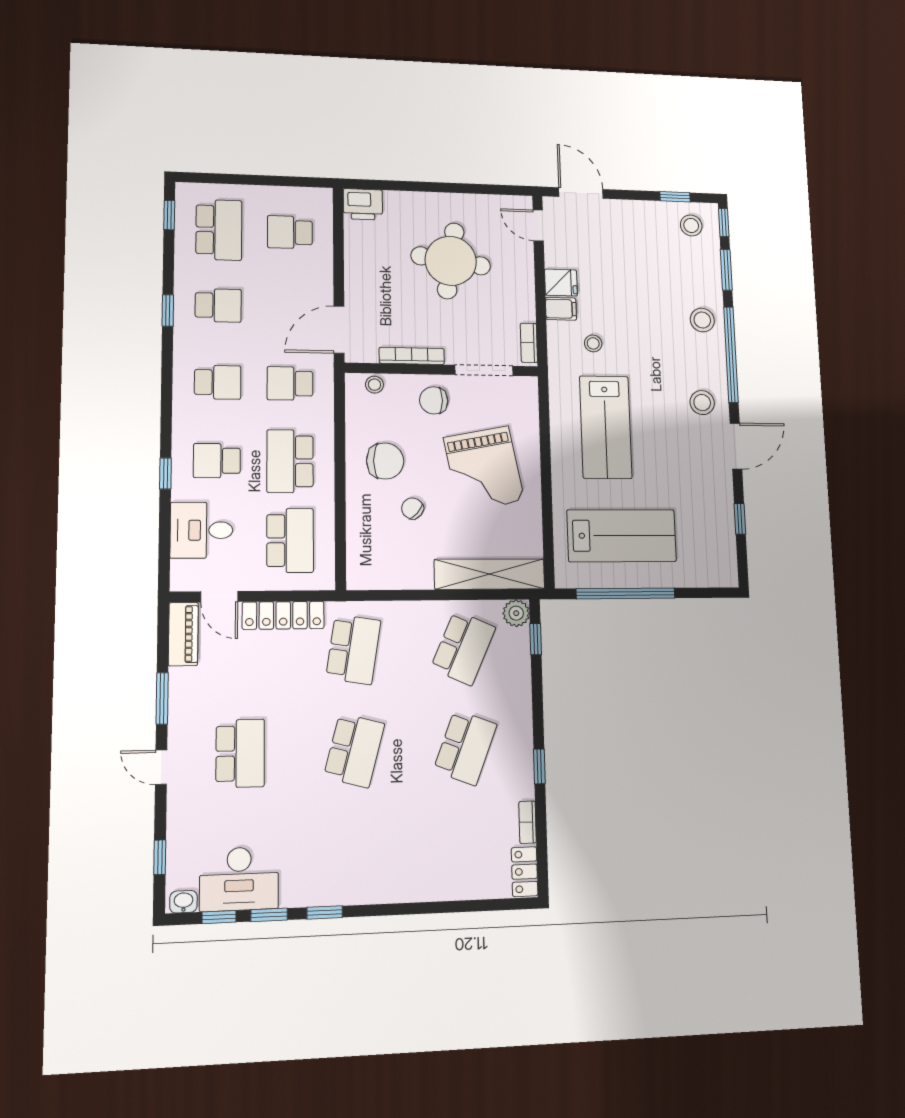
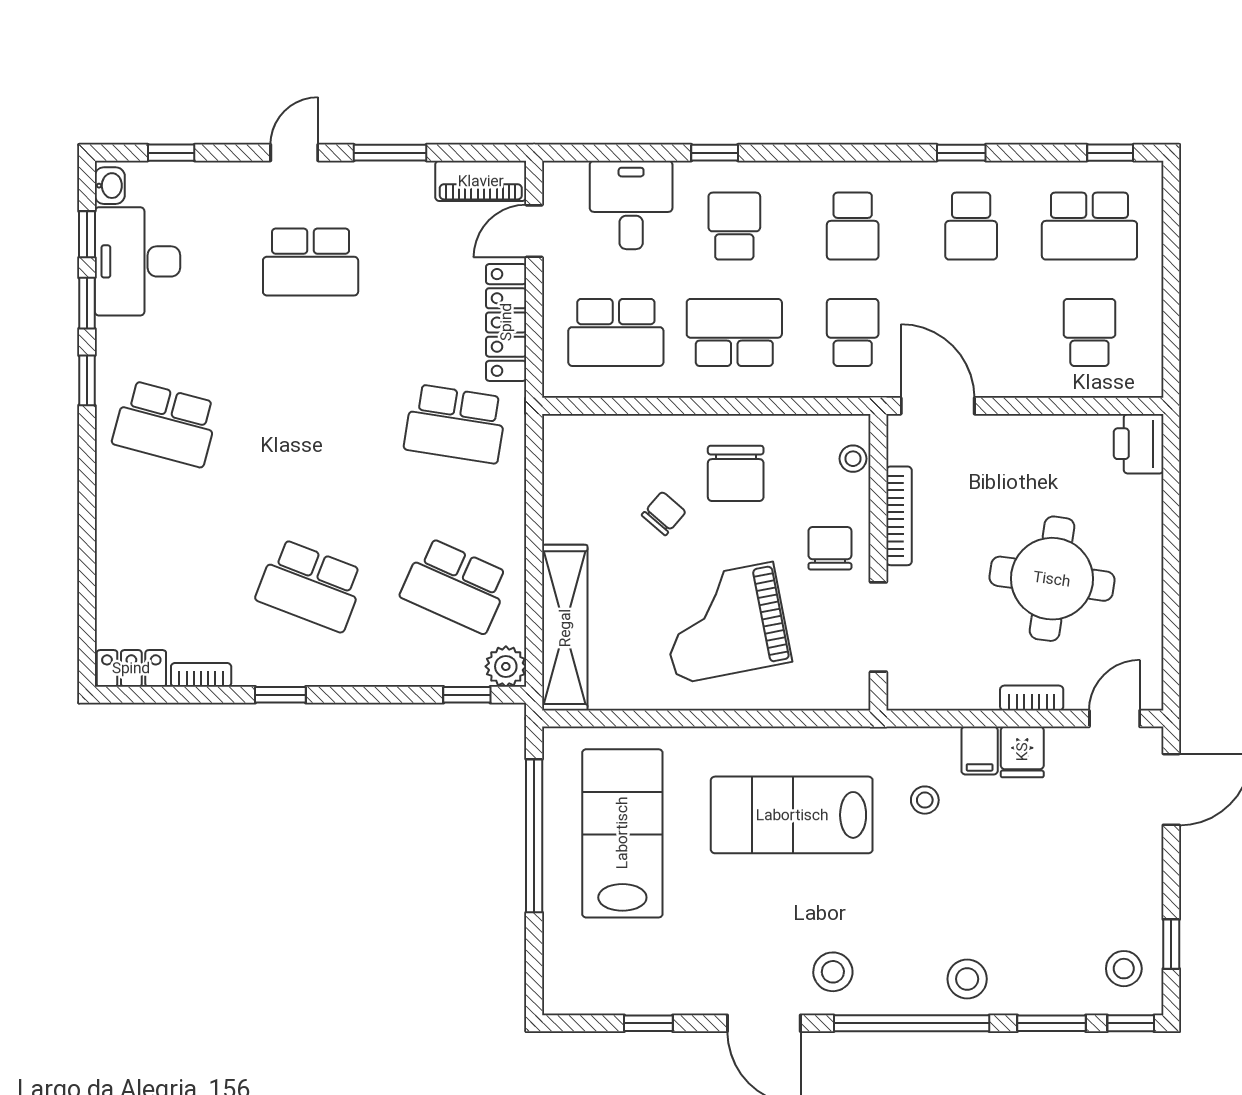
bookcase: (529, 343) -> (1032, 698), moved
lab bench: (622, 536) -> (622, 833), turned 180
school desk: (354, 750) -> (166, 424), moved

